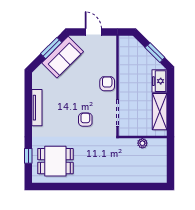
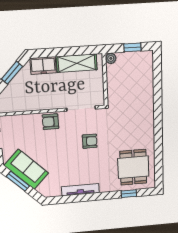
armchair: (85, 120) -> (90, 141), turned 180
plant: (142, 143) -> (111, 58), moved
window: (171, 164) -> (132, 47), added

